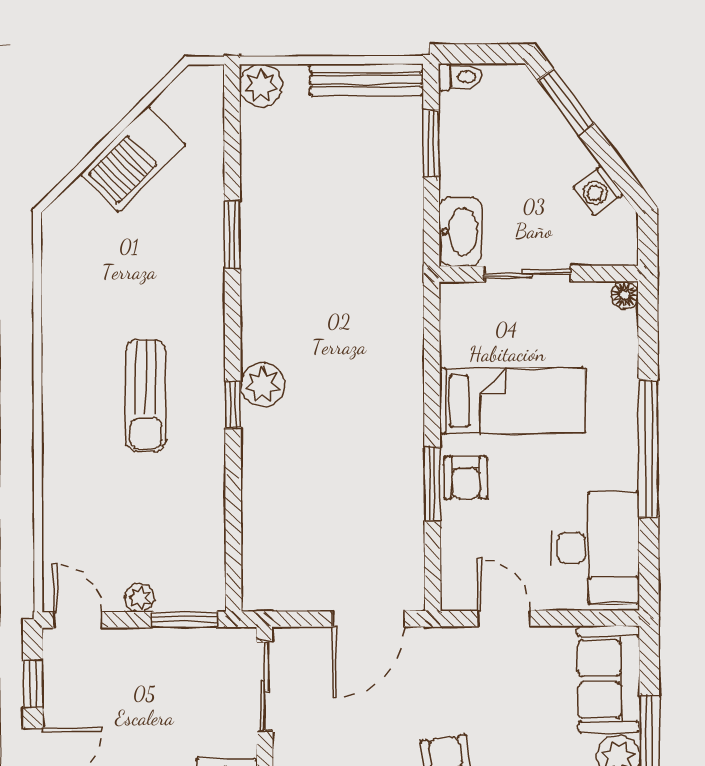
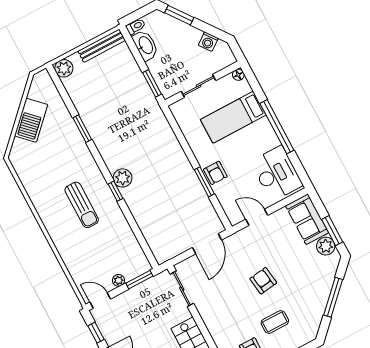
window: (431, 143) -> (152, 83), moved
washbasin: (460, 232) -> (145, 45), moved
bed: (512, 401) -> (233, 117), moved, turned 180

